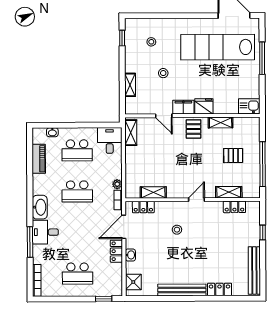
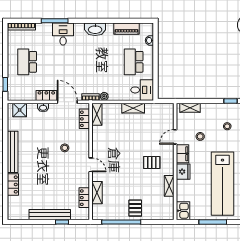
lab bench: (218, 47) -> (223, 184), turned 180
fridge: (204, 106) -> (183, 172), moved
kitchen sink: (249, 106) -> (183, 211), moved
filing cabinet: (183, 107) -> (183, 154), moved
door: (164, 116) -> (175, 137), moved
wall: (192, 116) -> (175, 161), moved
shelving: (221, 123) -> (169, 186), moved
shelving: (131, 133) -> (133, 108), moved
pallet: (233, 156) -> (135, 208), moved
school desk: (77, 191) -> (98, 62), removed
shelving: (153, 192) -> (97, 114), moved
washbasin: (40, 207) -> (95, 29), moved
bench: (254, 271) -> (50, 215), moved

